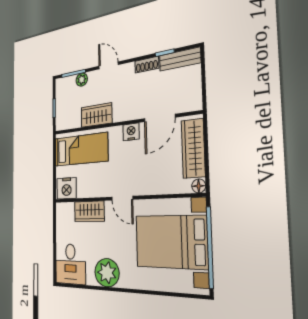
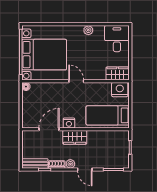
plant: (82, 80) -> (70, 164), moved
wardrobe: (96, 115) -> (75, 137), moved
wardrobe: (193, 148) -> (28, 109), removed
wardrobe: (89, 211) -> (118, 74), moved
plant: (107, 273) -> (88, 30), width x0.53, depth x0.53

